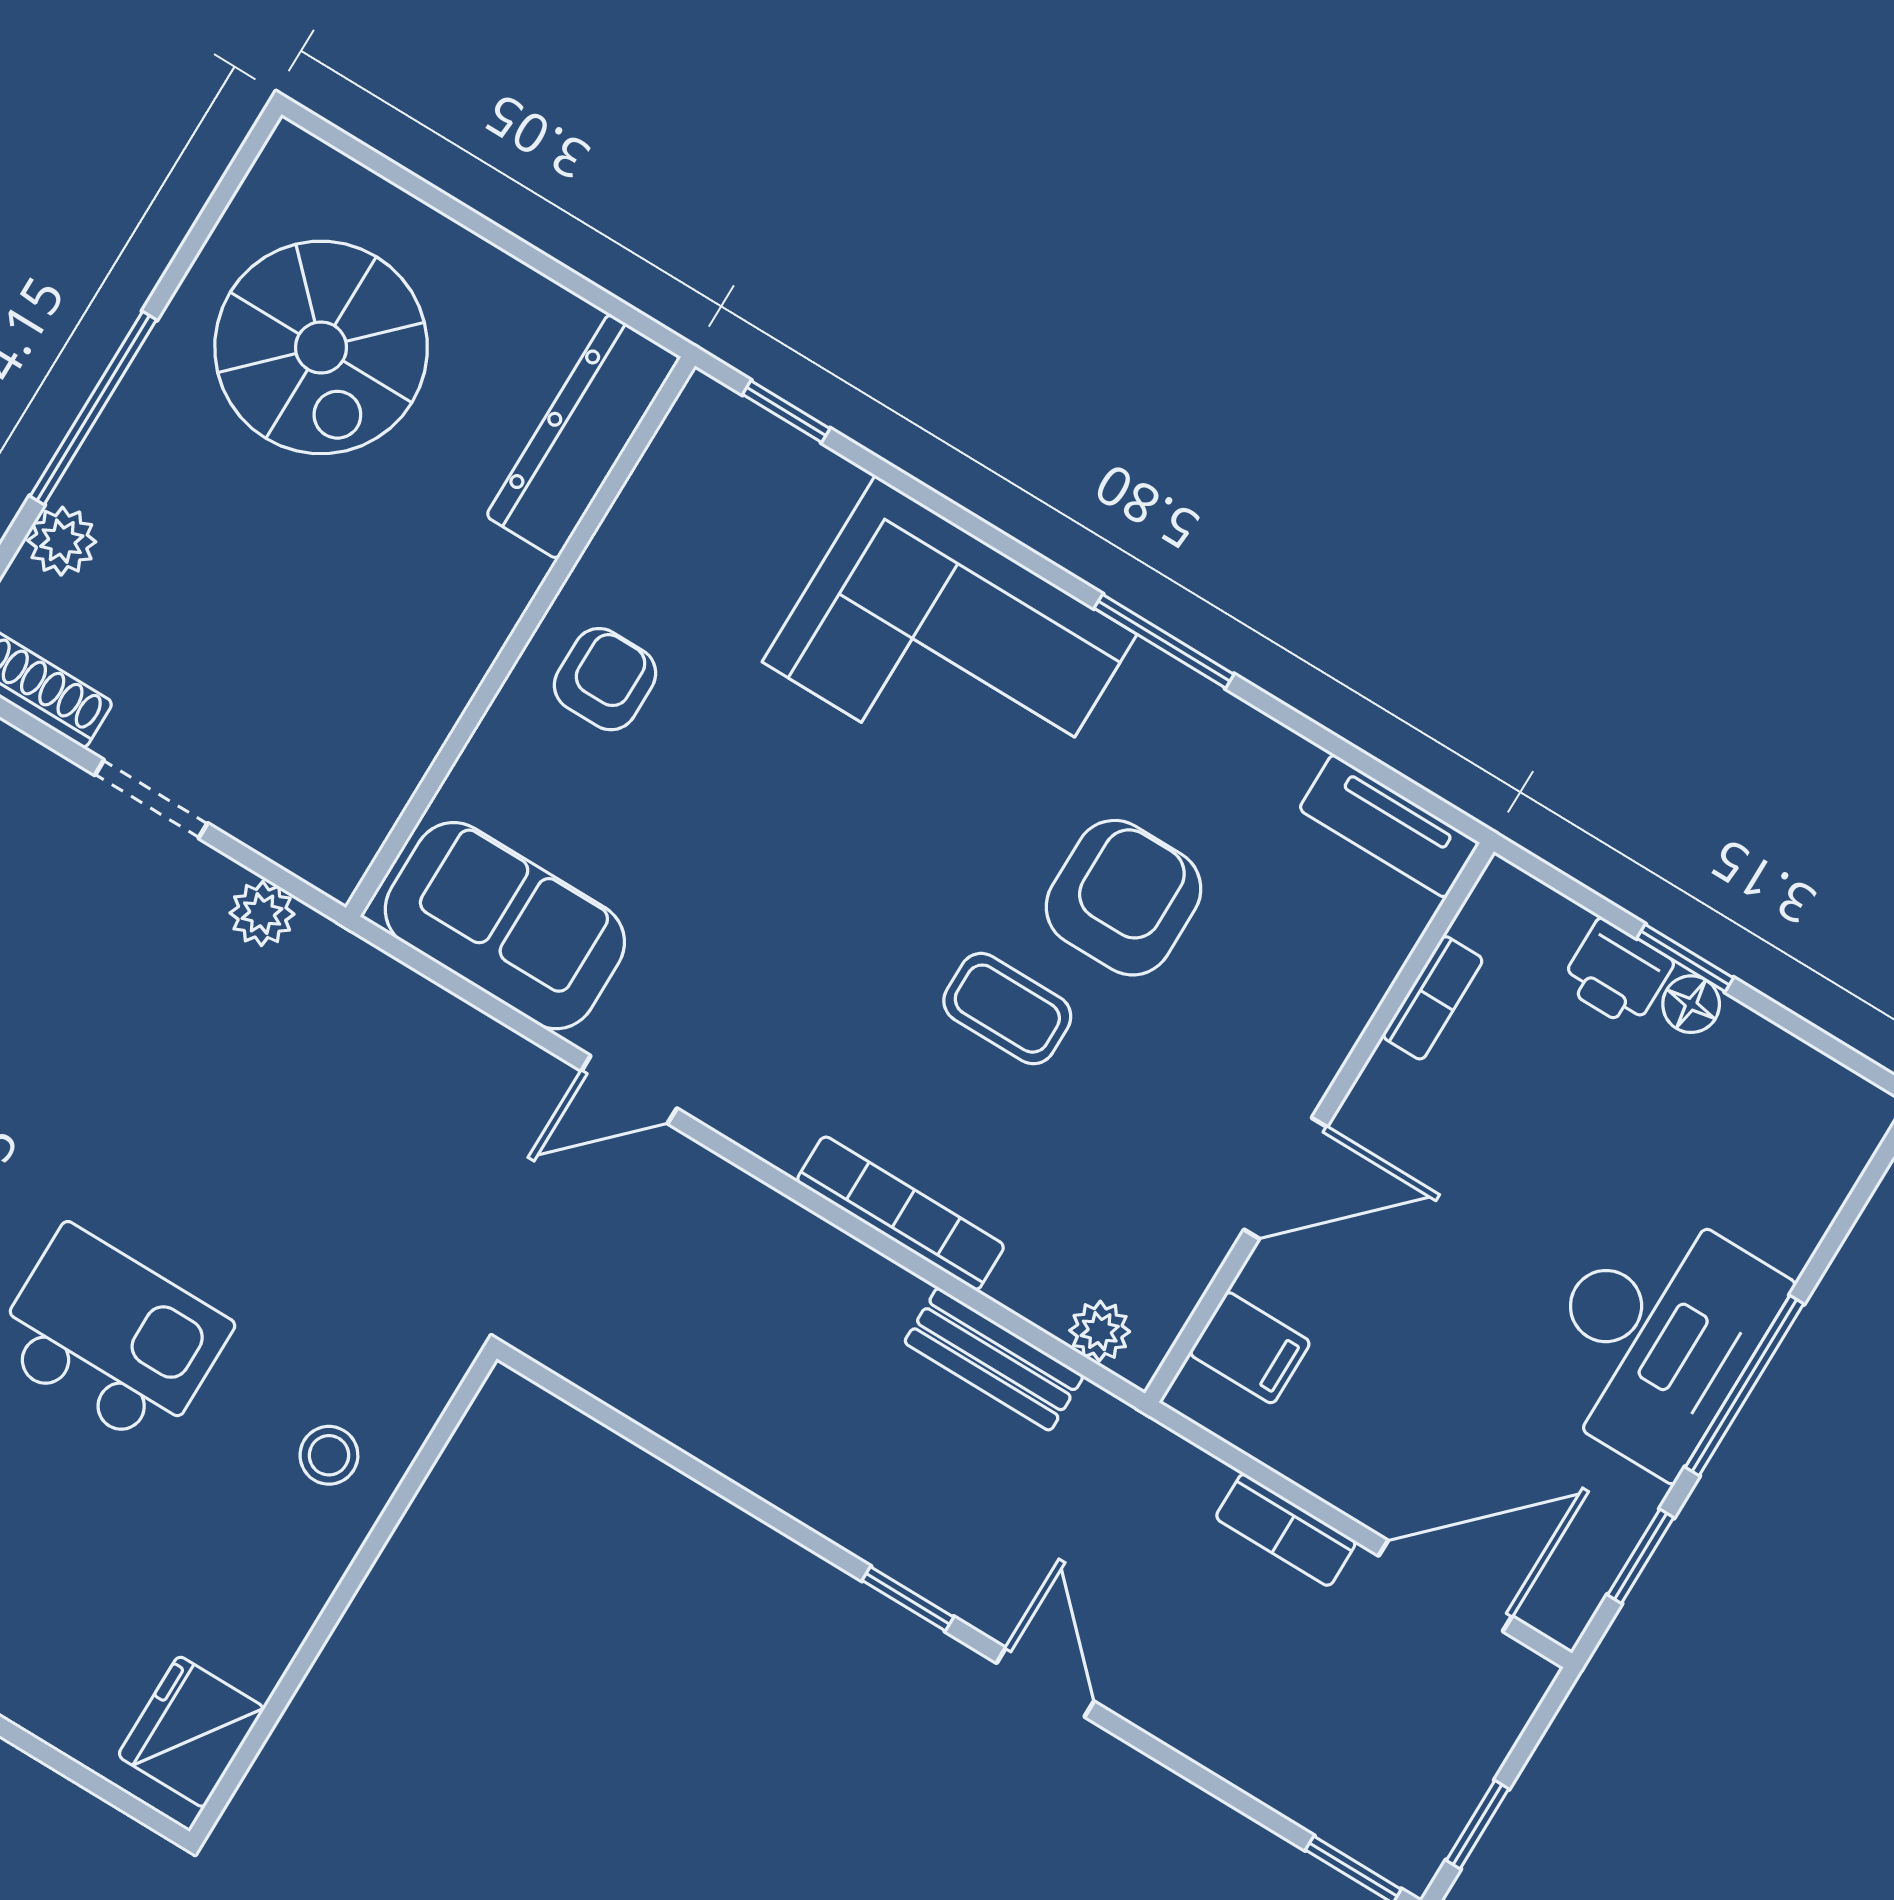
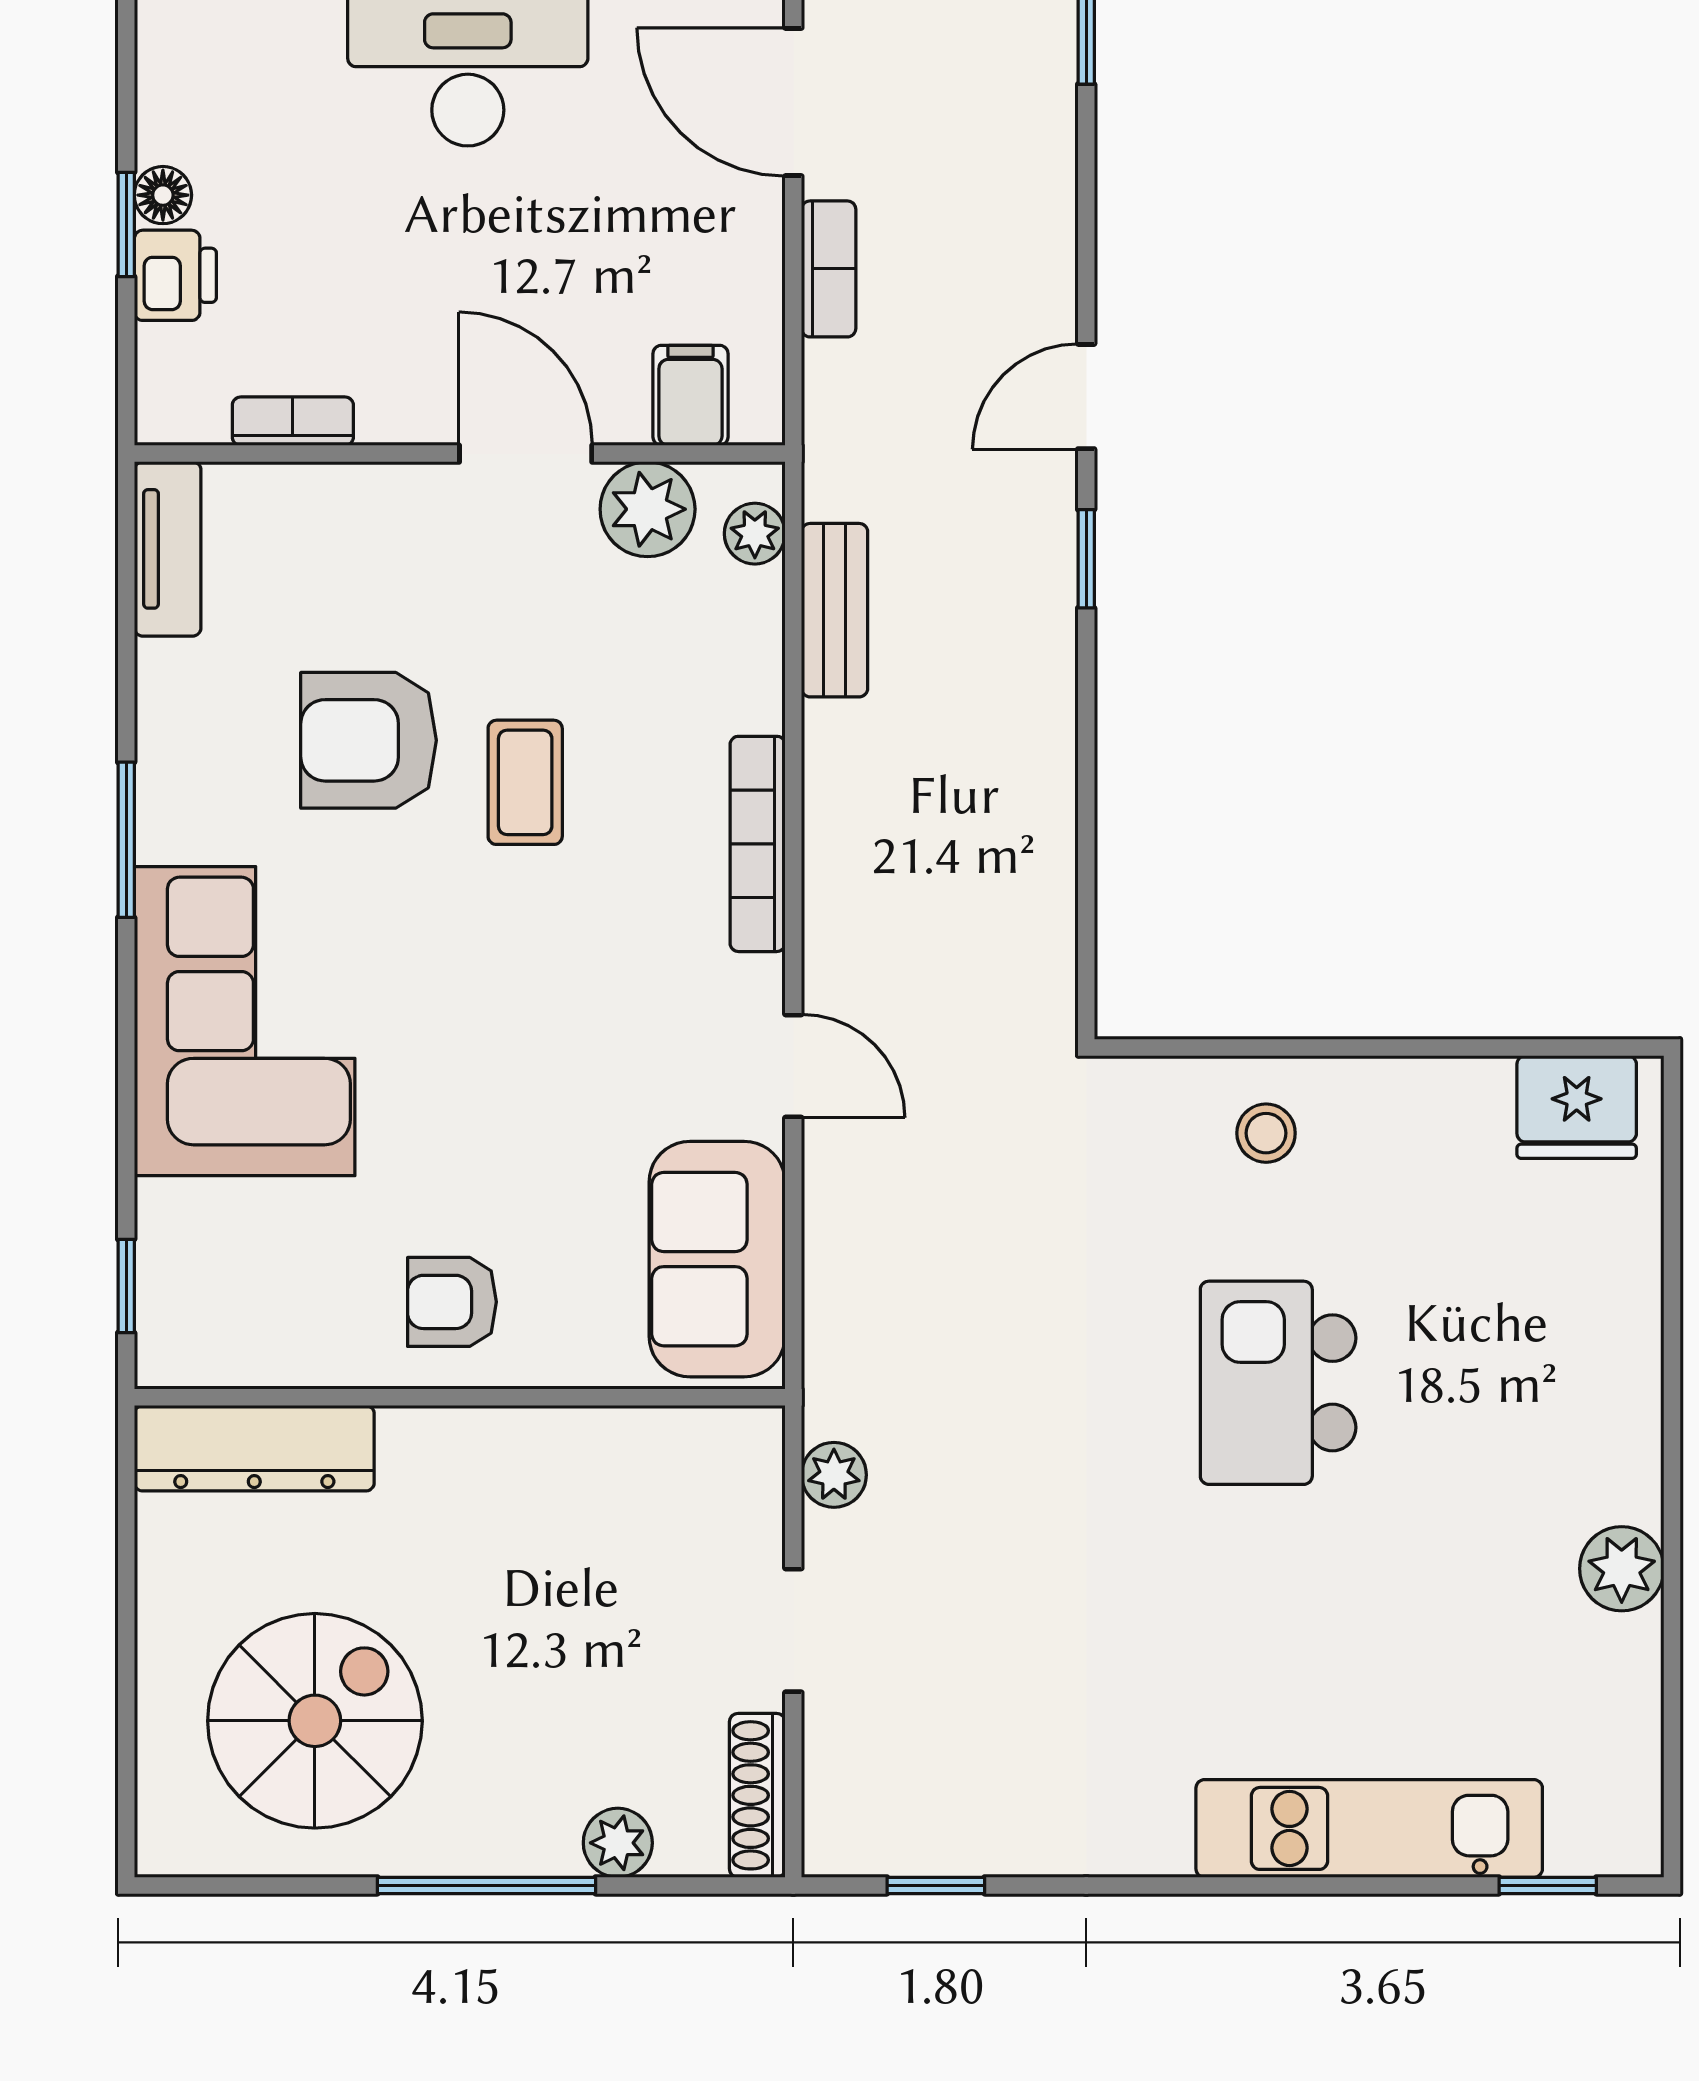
bookcase: (901, 1213) -> (758, 844), moved
plant: (1176, 1253) -> (648, 509), added

